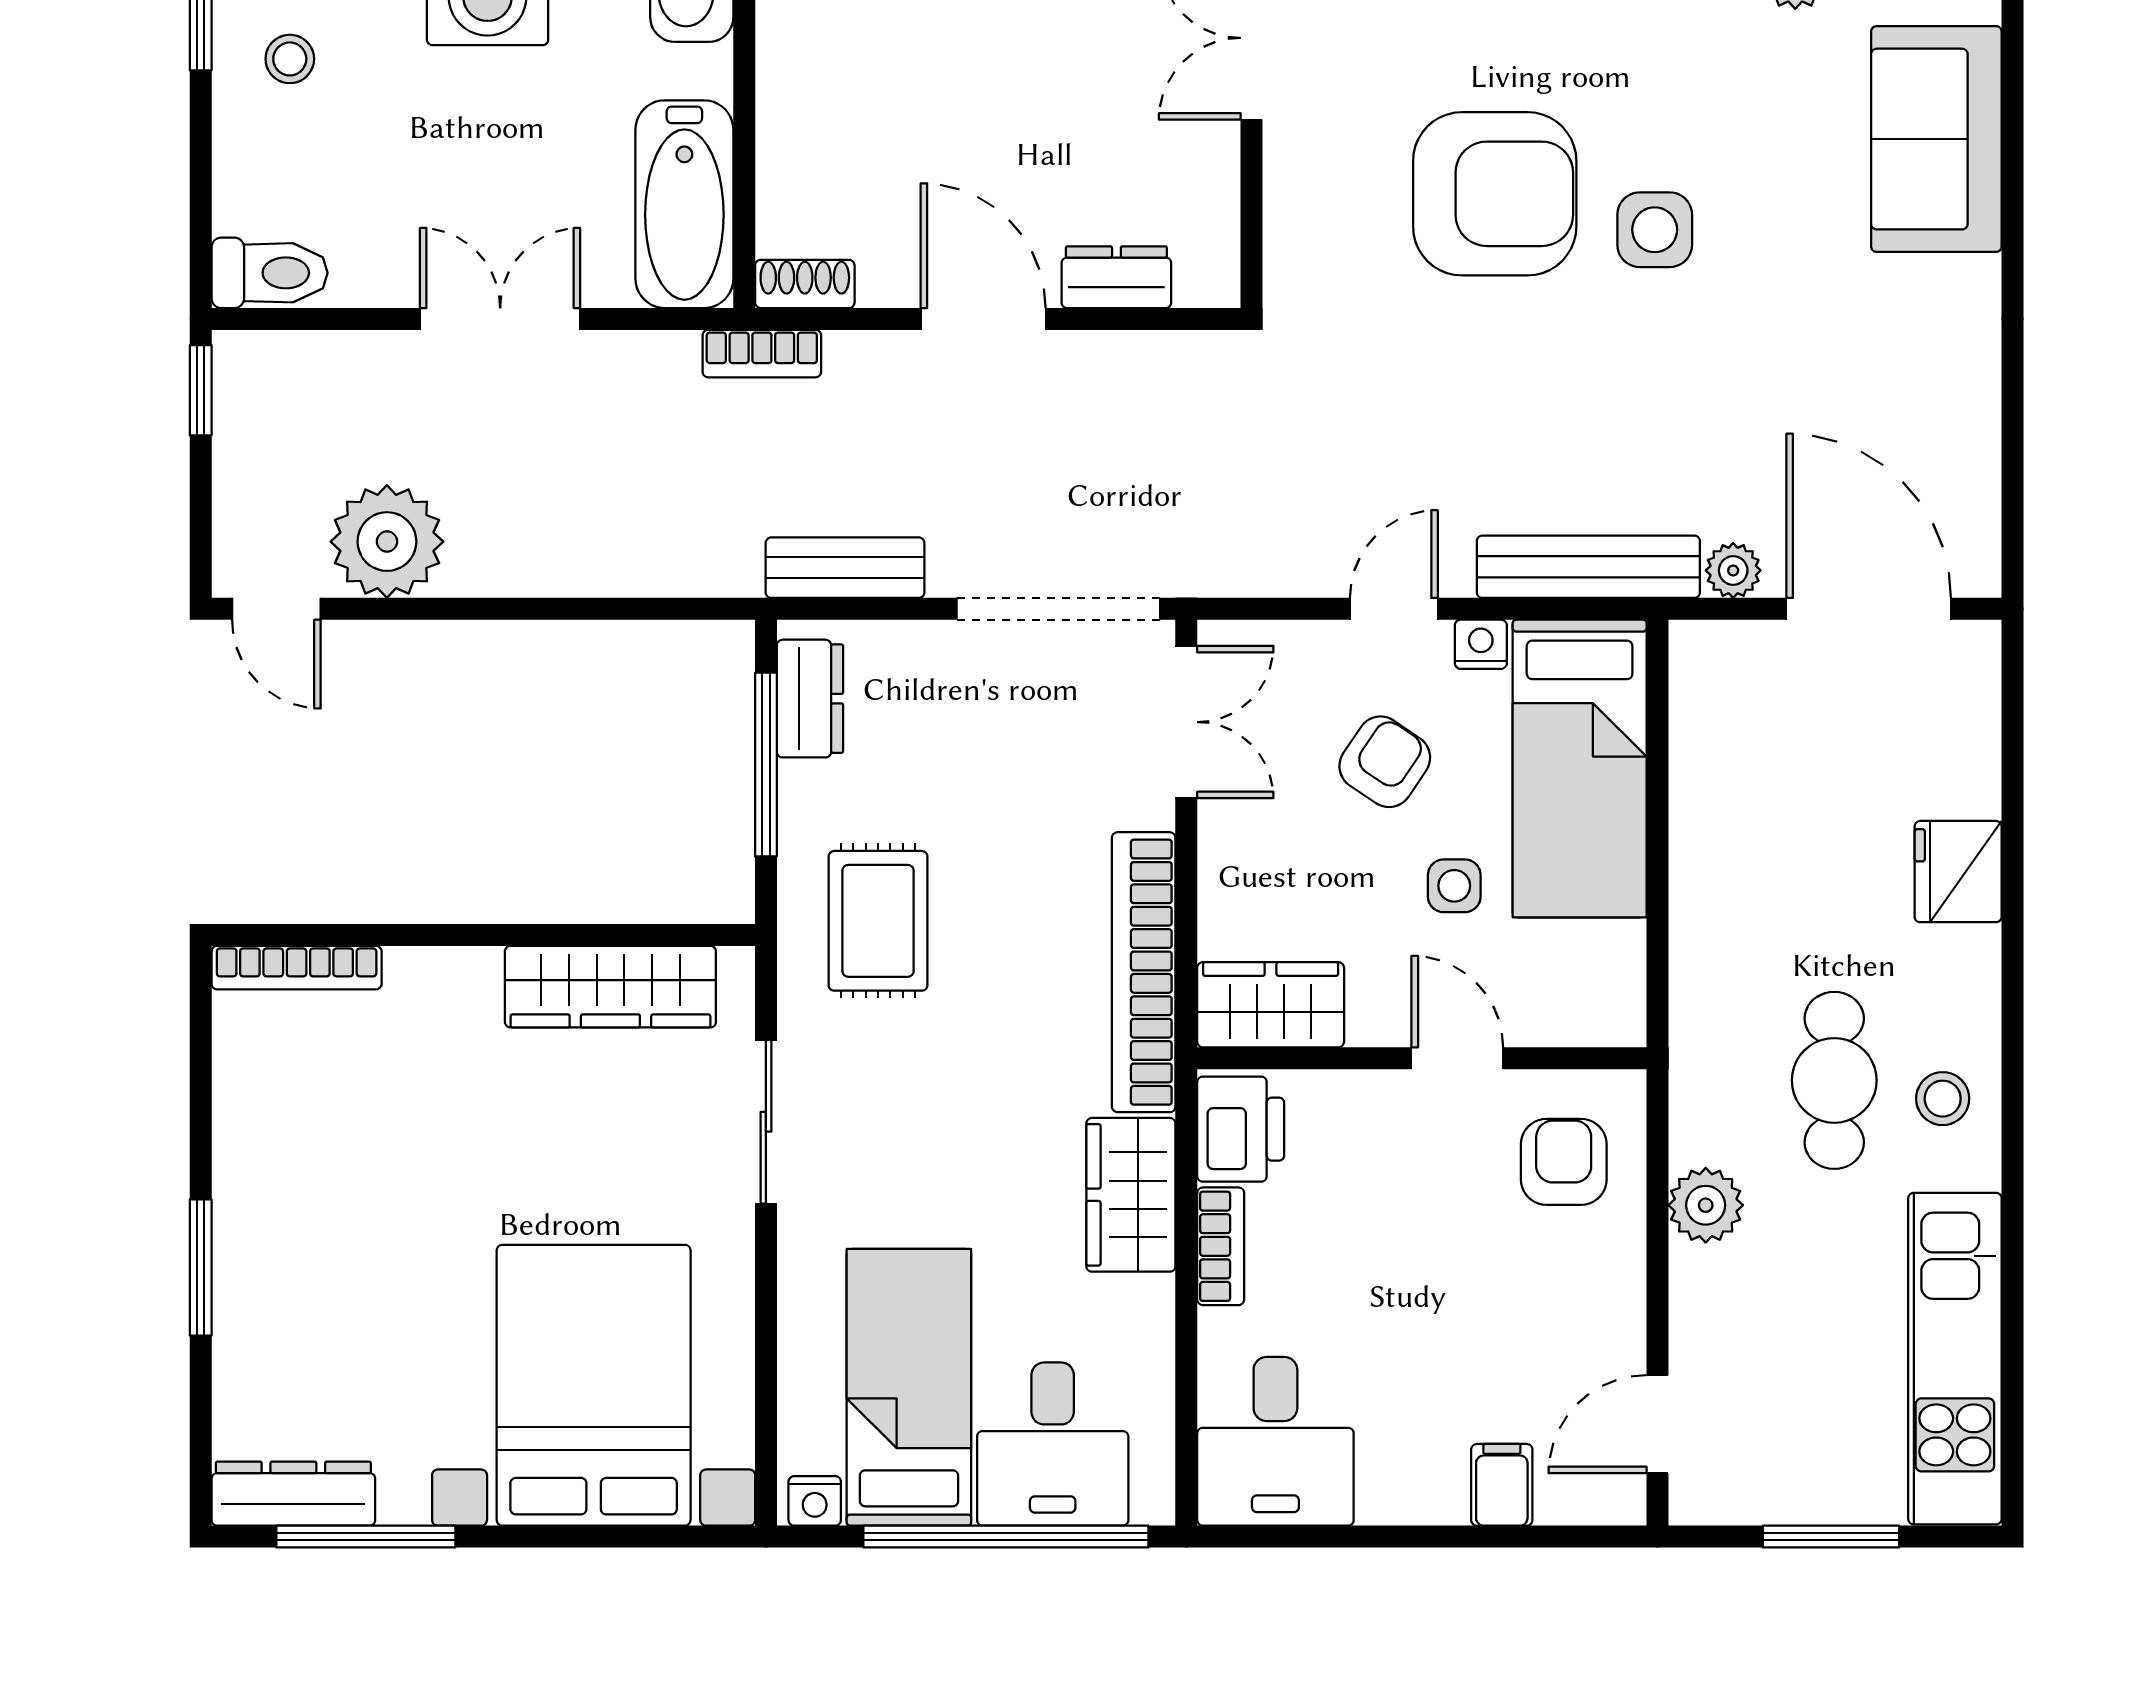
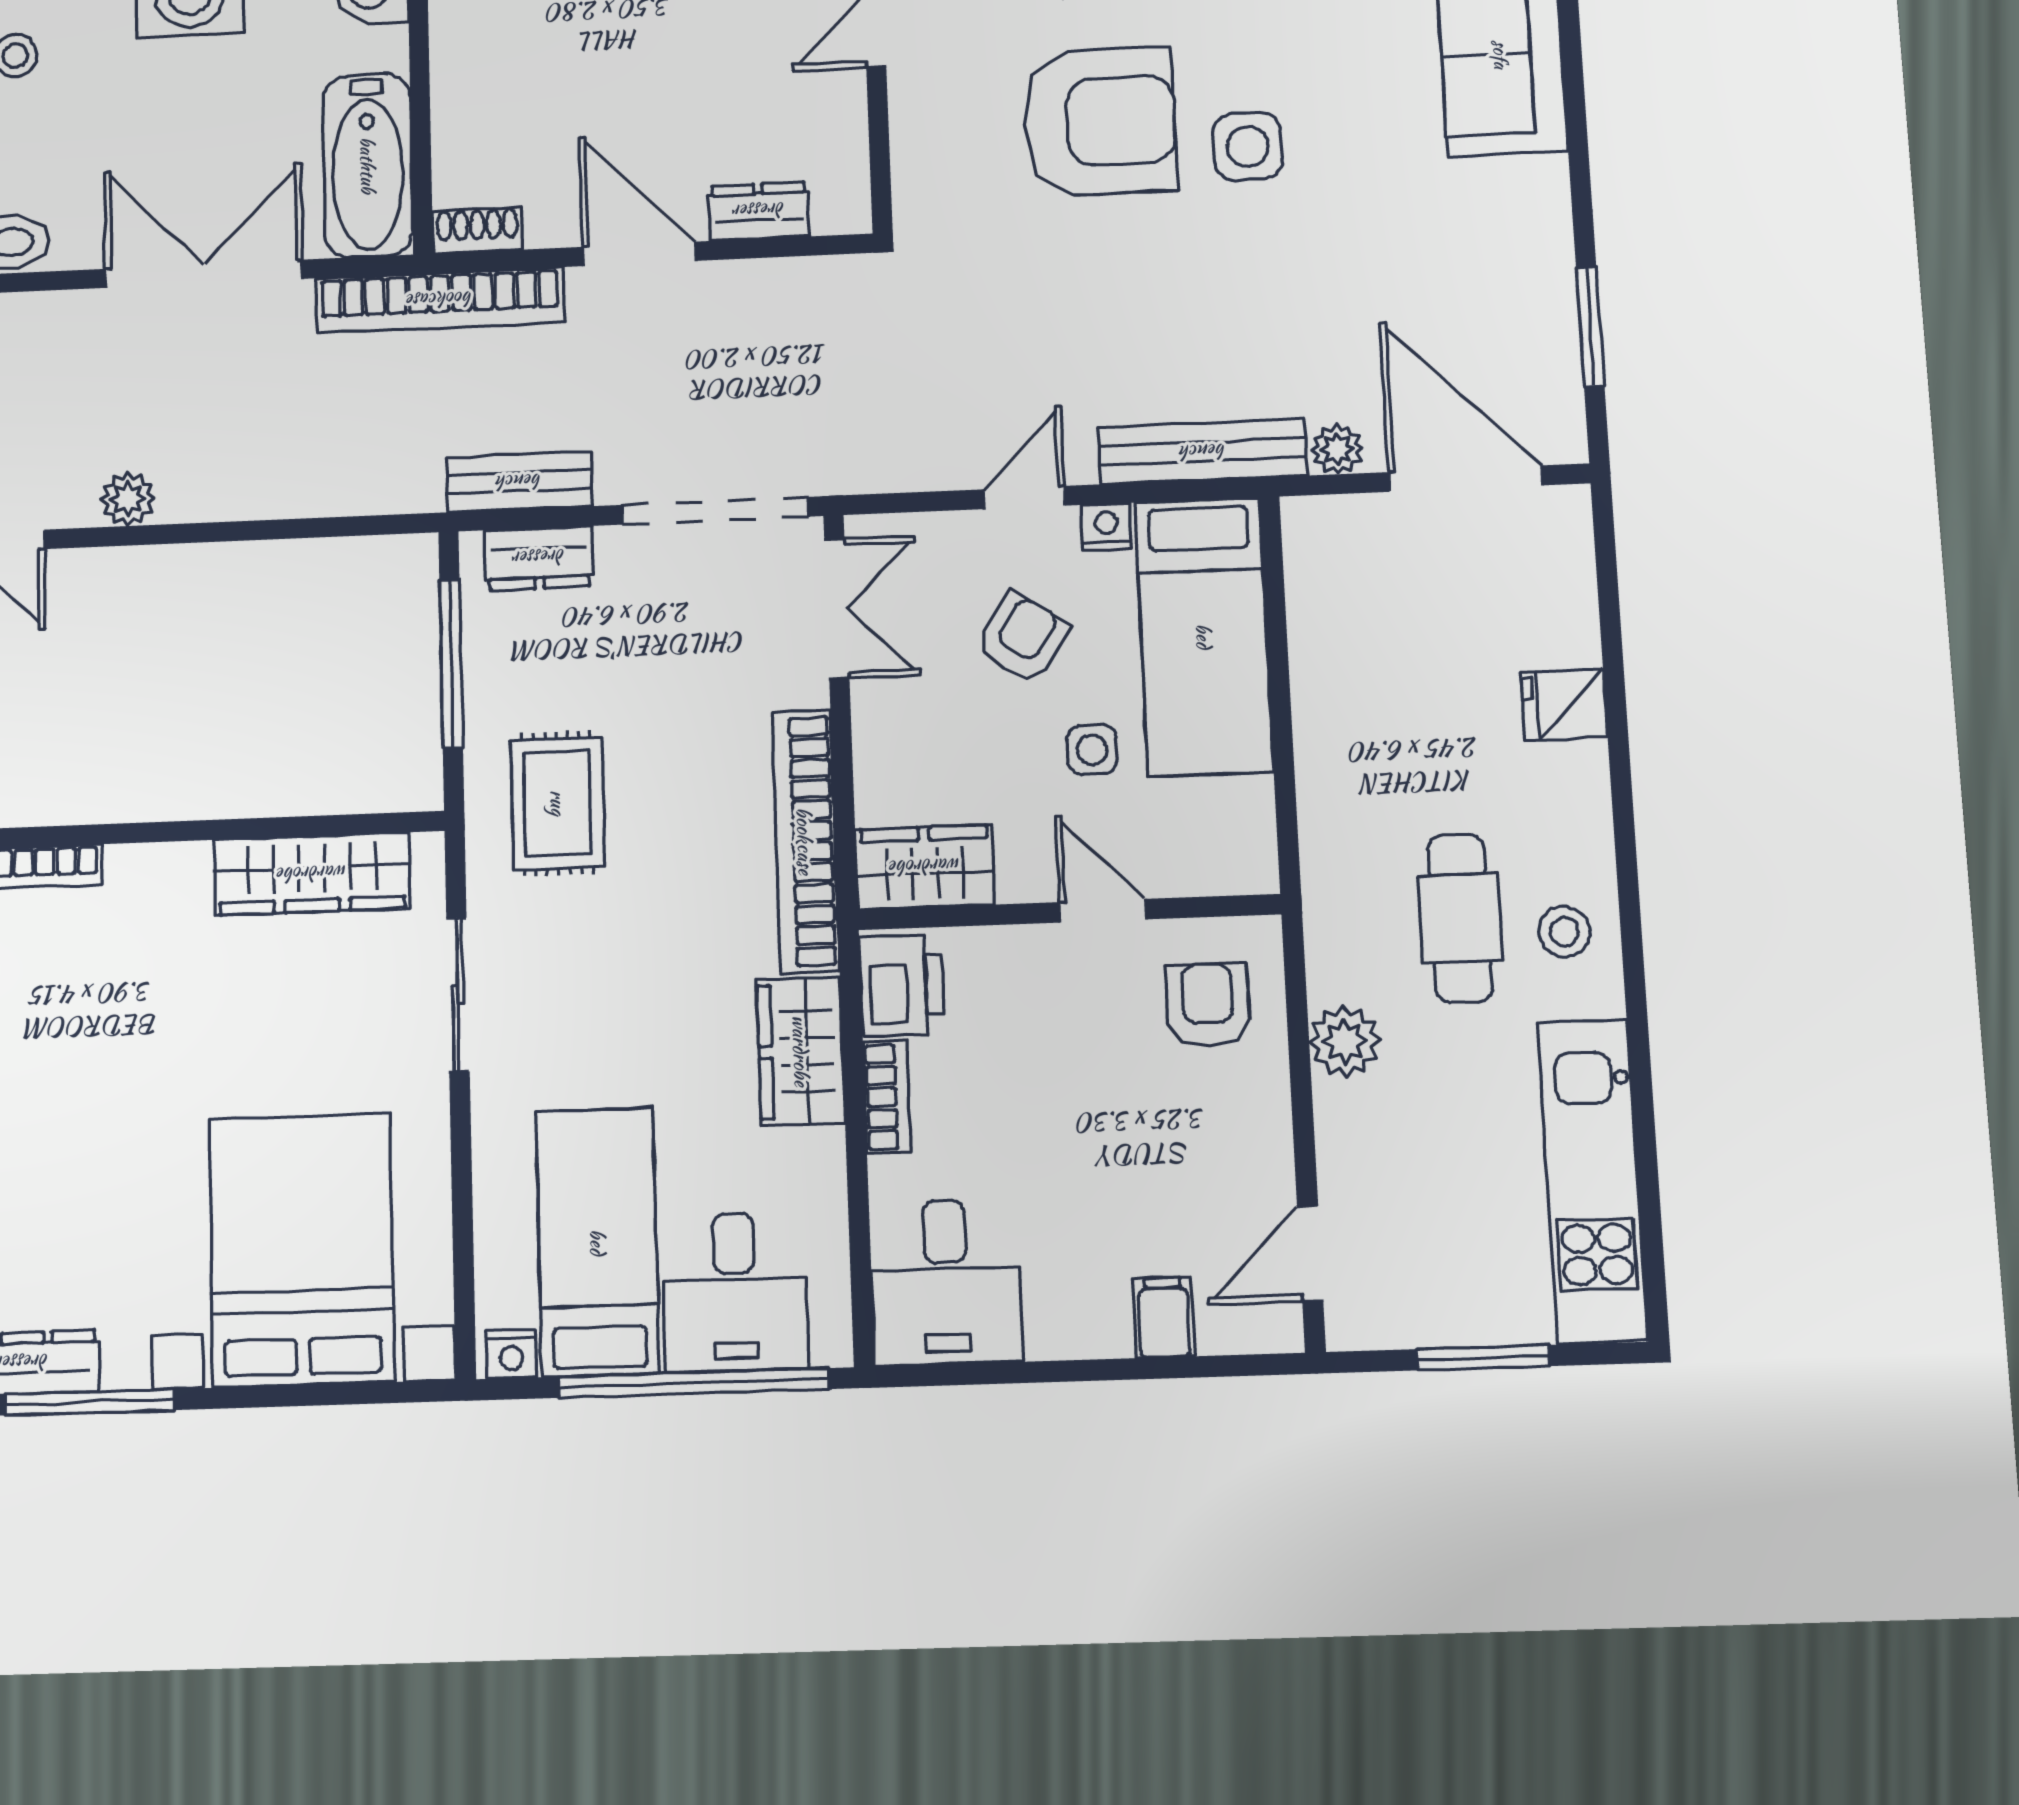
double door: (500, 319) -> (204, 274), width x1.37
bookcase: (762, 354) -> (440, 300), width x2.31, depth x1.31
window: (2013, 448) -> (1590, 327), added
plant: (387, 542) -> (128, 499), width x0.53, depth x0.53
dresser: (810, 699) -> (539, 558), moved, turned 90
fridge: (1958, 872) -> (1564, 705), width x0.72

